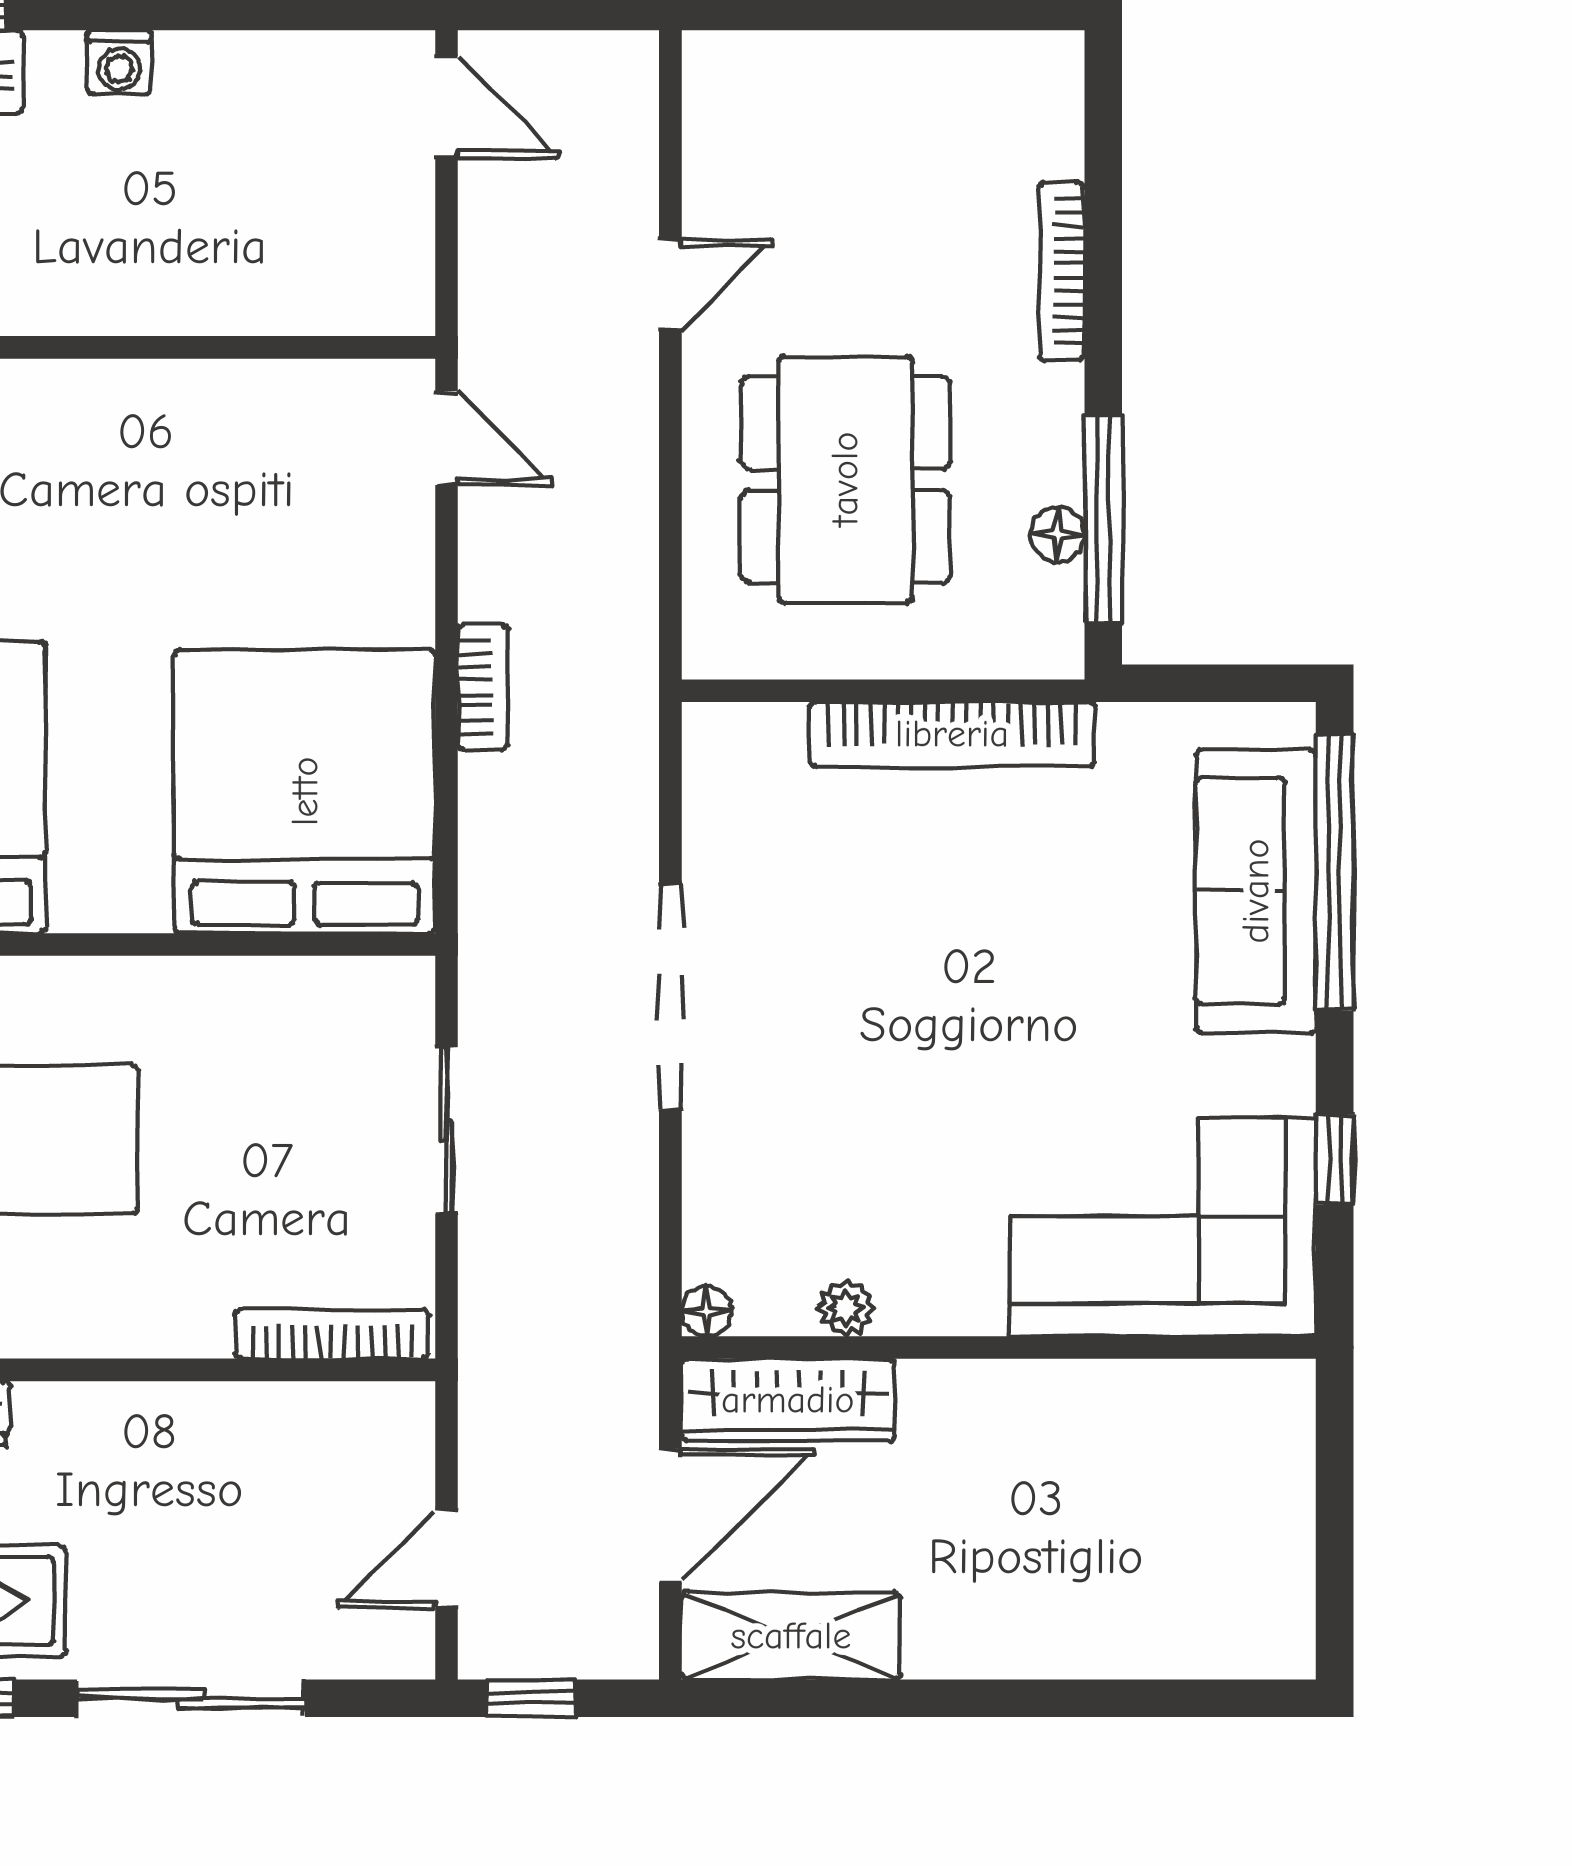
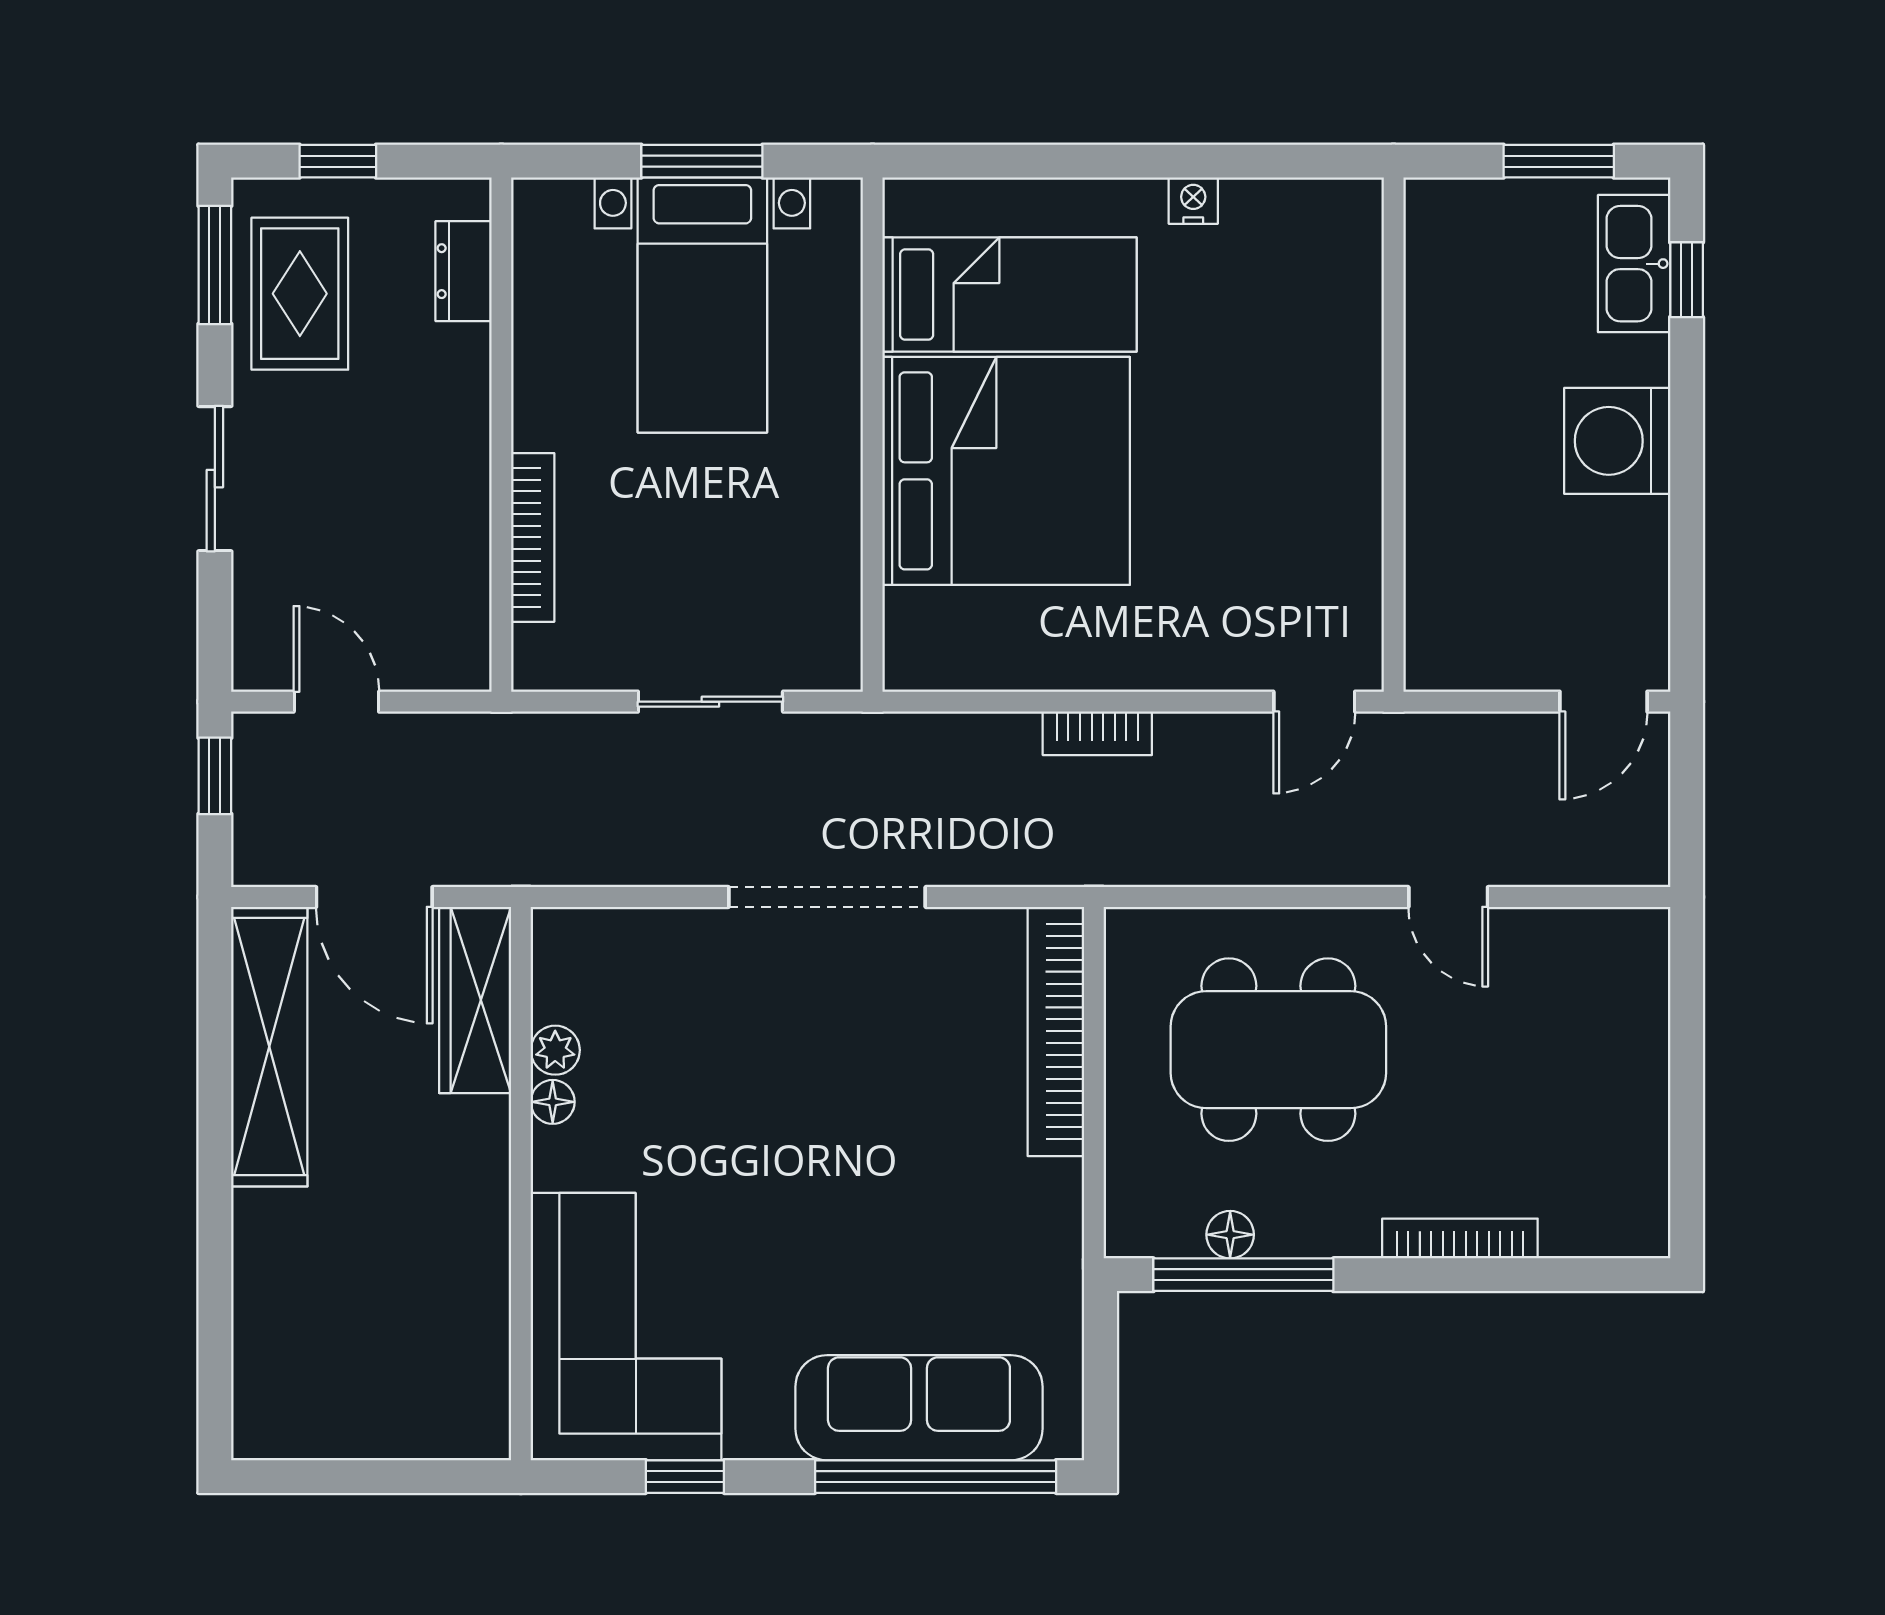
washing machine: (119, 62) -> (1617, 441), width x1.89, depth x1.89
bookcase: (952, 734) -> (1056, 1031), moved
bed: (305, 791) -> (1006, 471), moved
floor lamp: (707, 1311) -> (553, 1102), moved
bookcase: (332, 1334) -> (533, 537), moved
shelving: (791, 1636) -> (269, 1047), width x1.47
sliding door: (191, 1698) -> (215, 479), width x0.73

